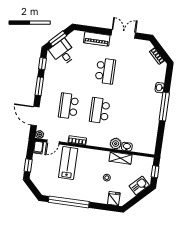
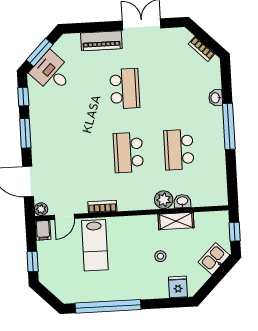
school desk: (69, 106) -> (179, 150), moved
lab bench: (68, 163) -> (95, 245), turned 180

